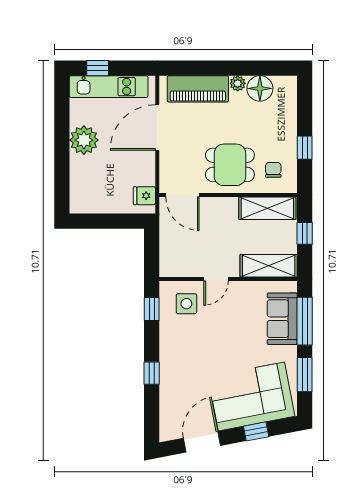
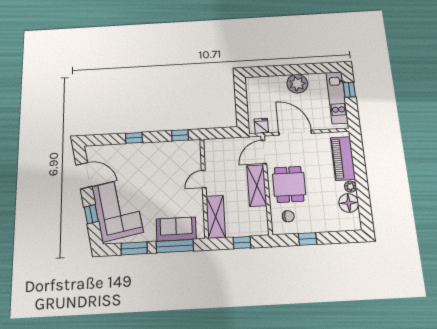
door: (157, 128) -> (295, 133), moved
shelving: (267, 208) -> (257, 186), moved
door: (216, 279) -> (204, 179), hinge flipped
side table: (186, 304) -> (185, 159), removed

